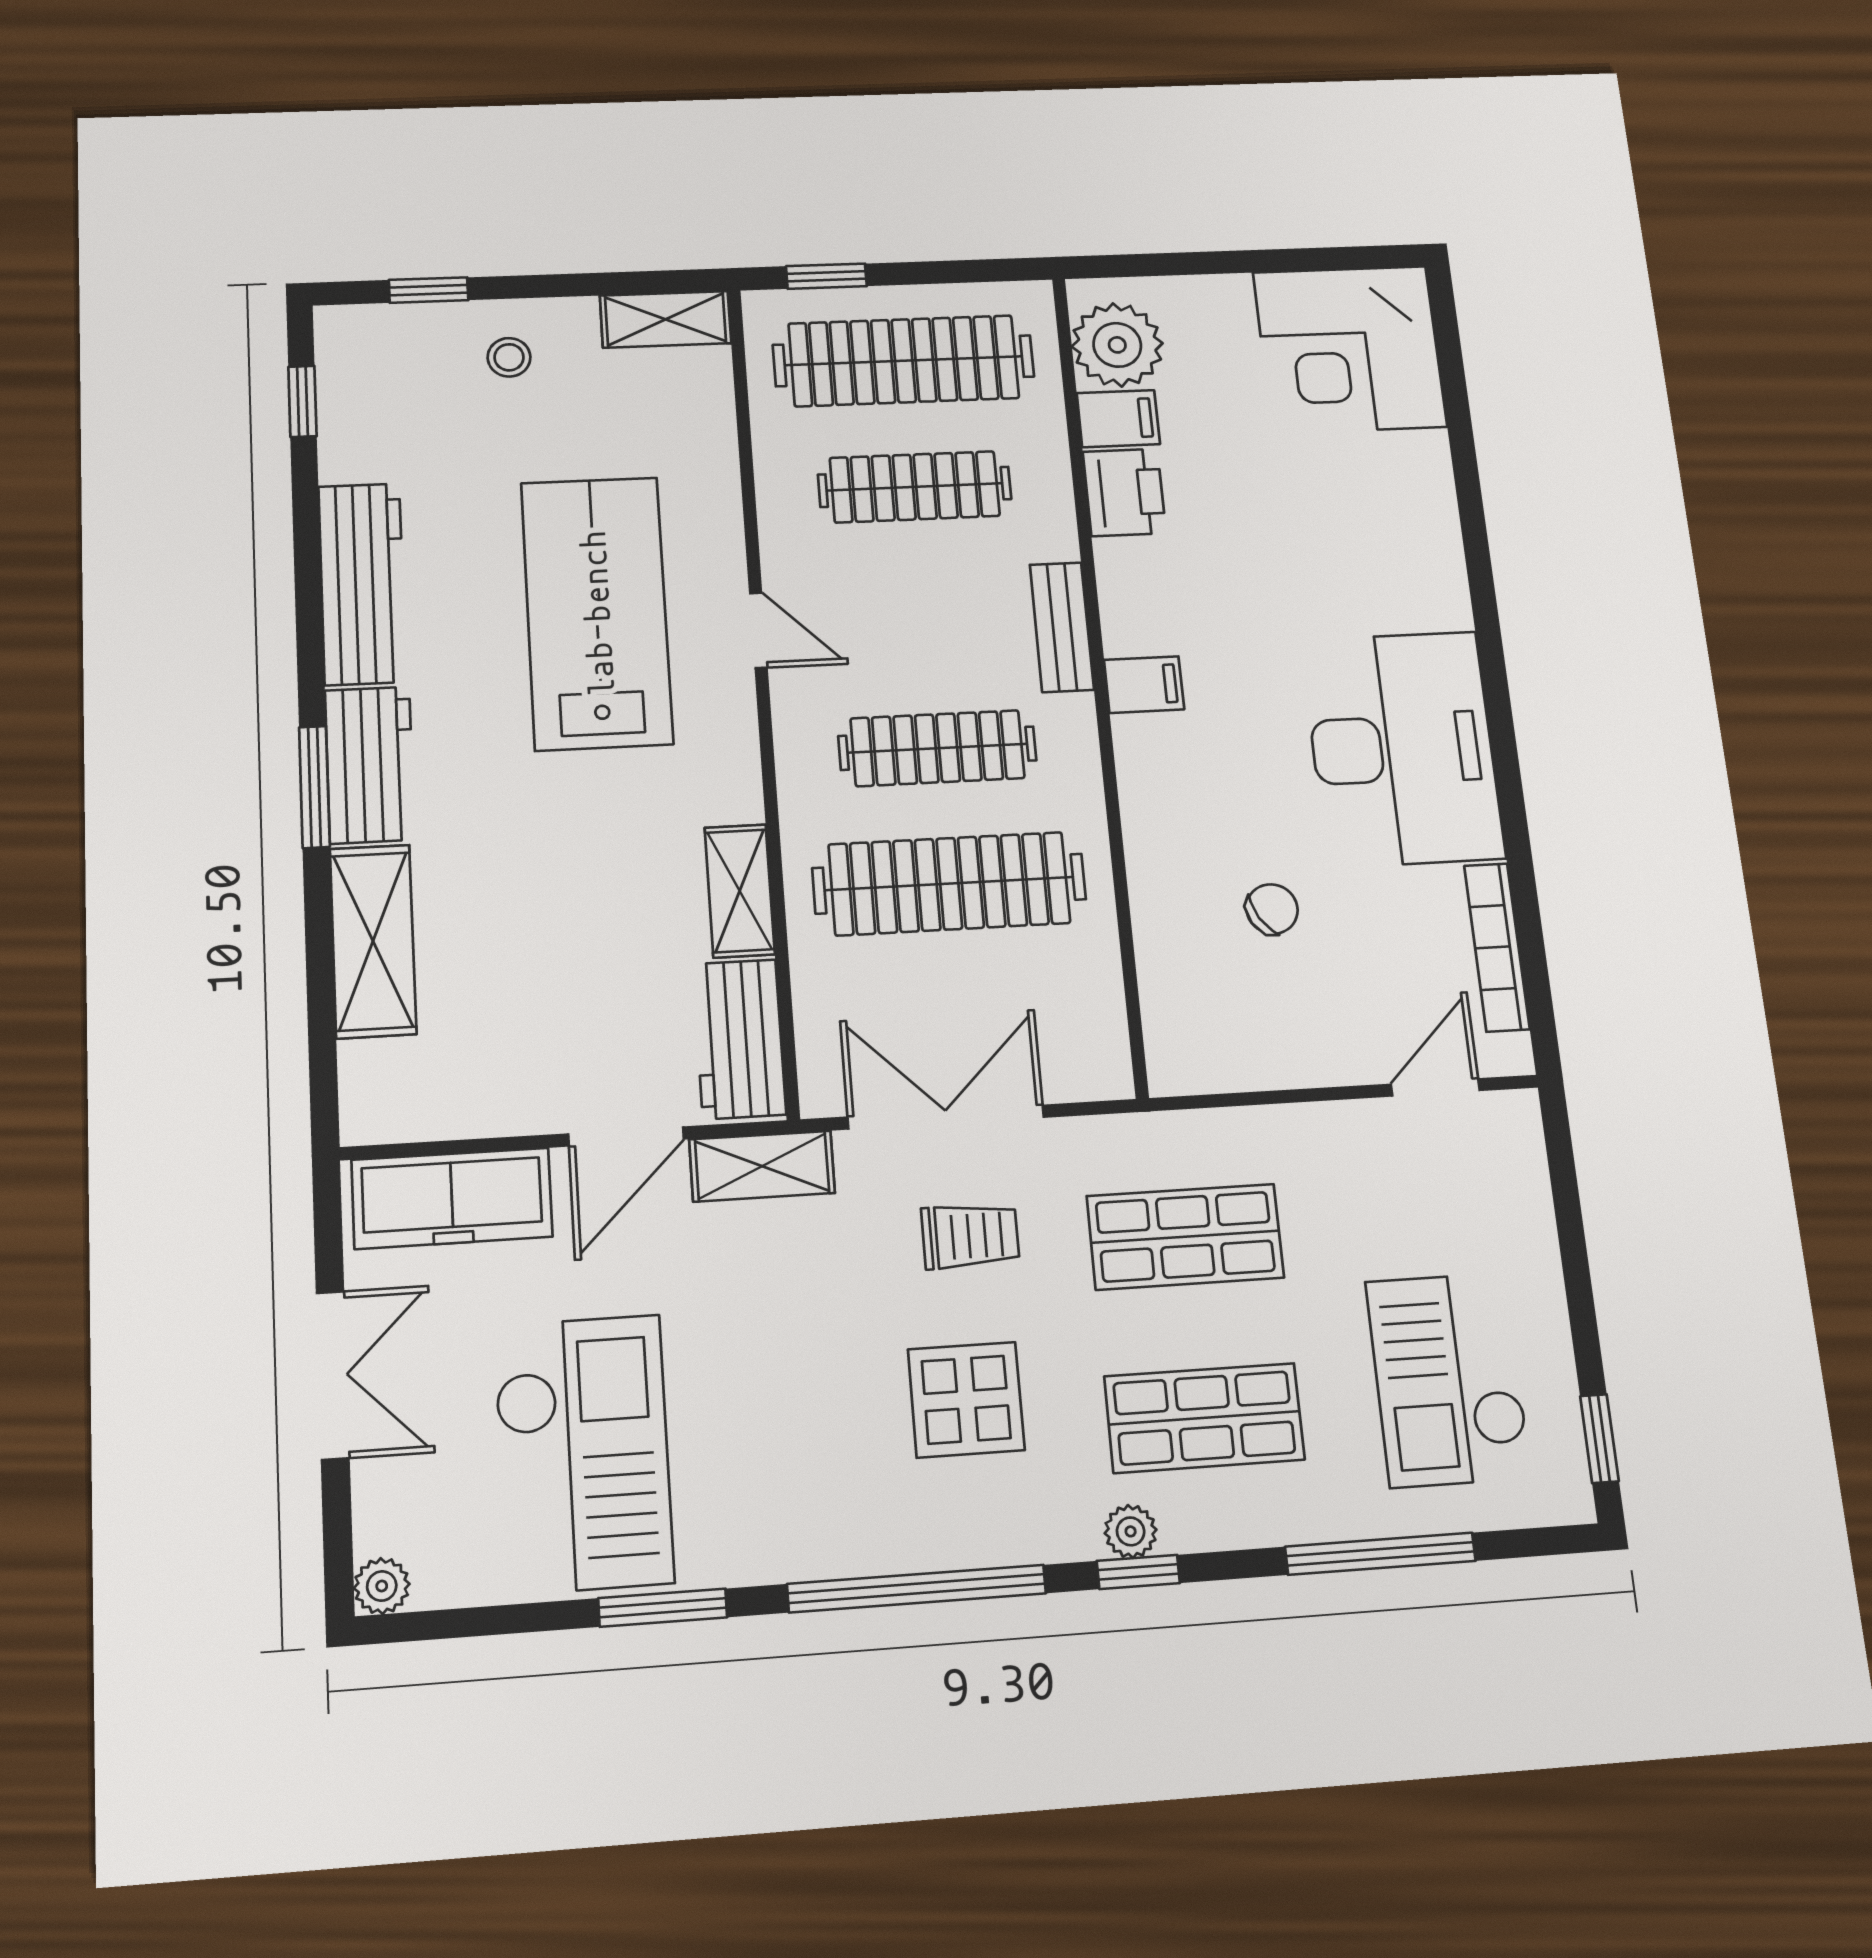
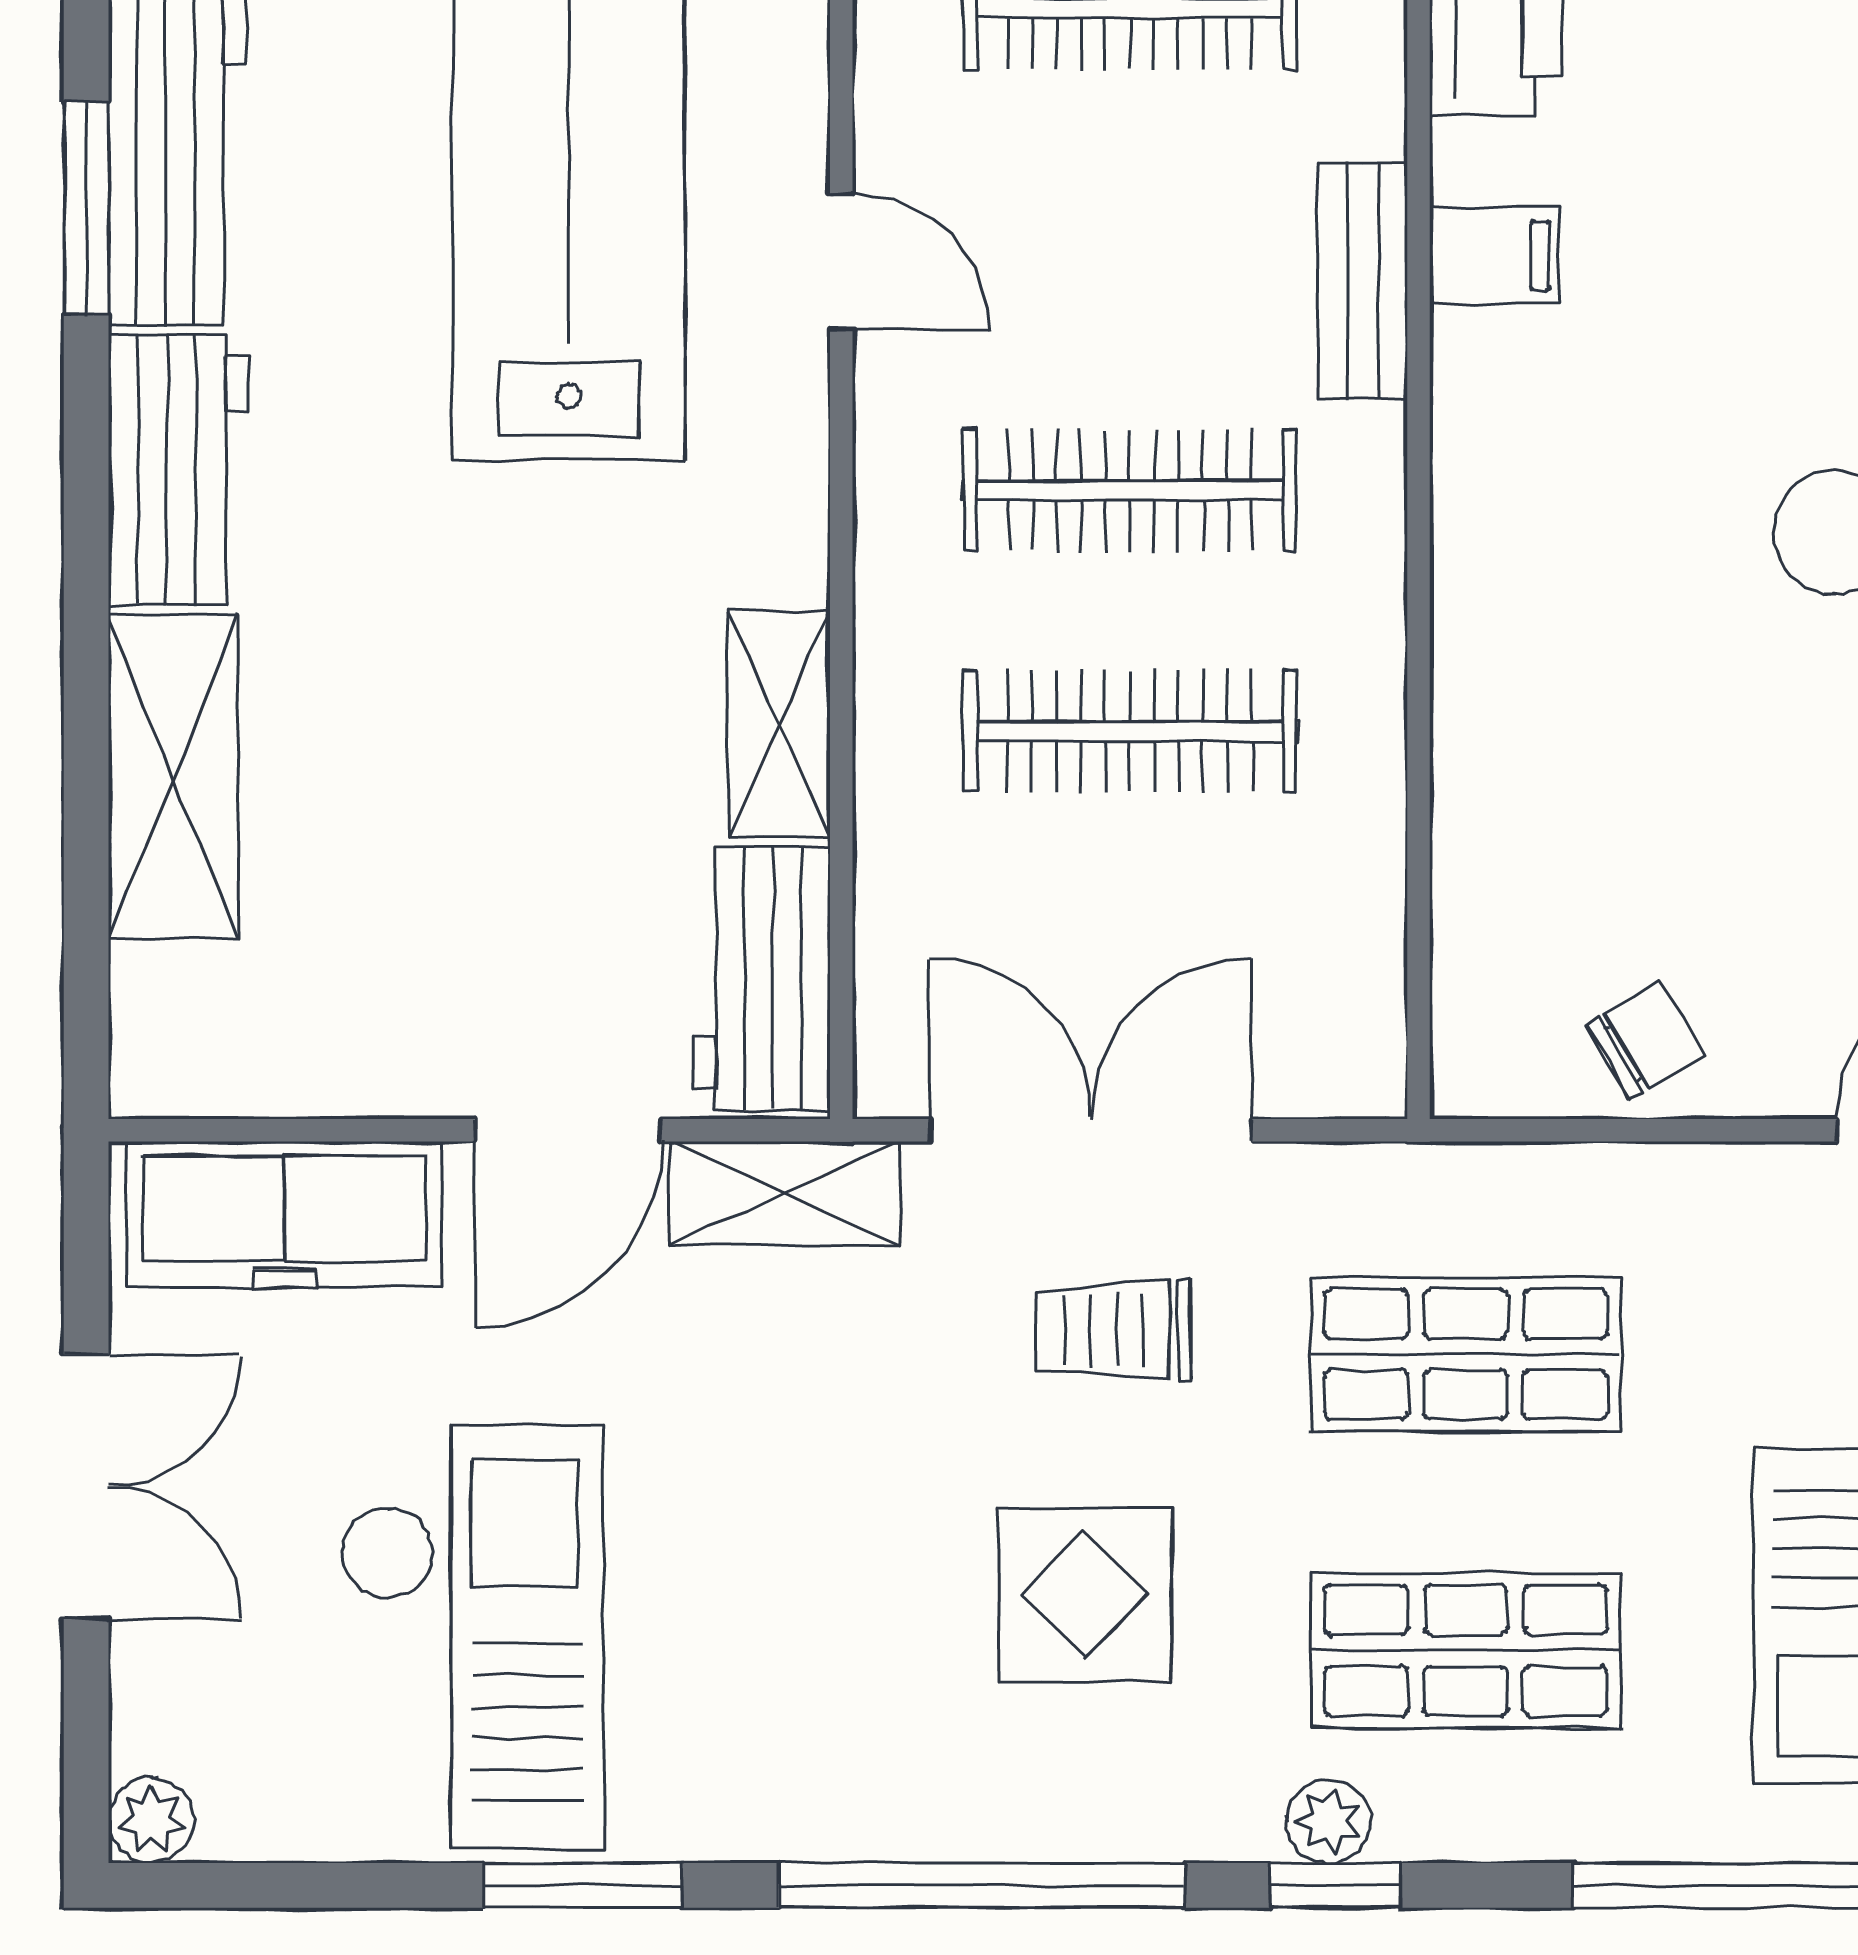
filing cabinet: (1144, 685) -> (1494, 255), moved
window: (314, 787) -> (86, 208), moved
clothes rail: (949, 884) -> (1130, 731), width x0.73, depth x0.76
chair: (1272, 909) -> (1645, 1040), moved
trolley: (970, 1236) -> (1114, 1330), turned 180

